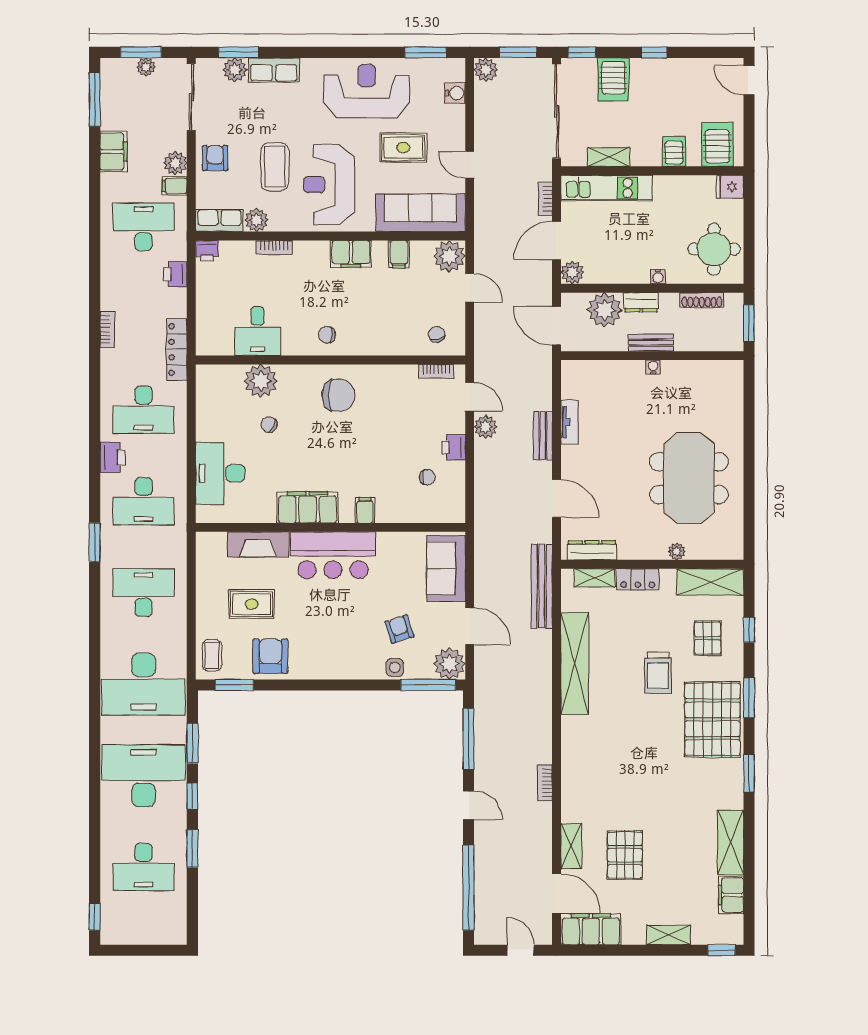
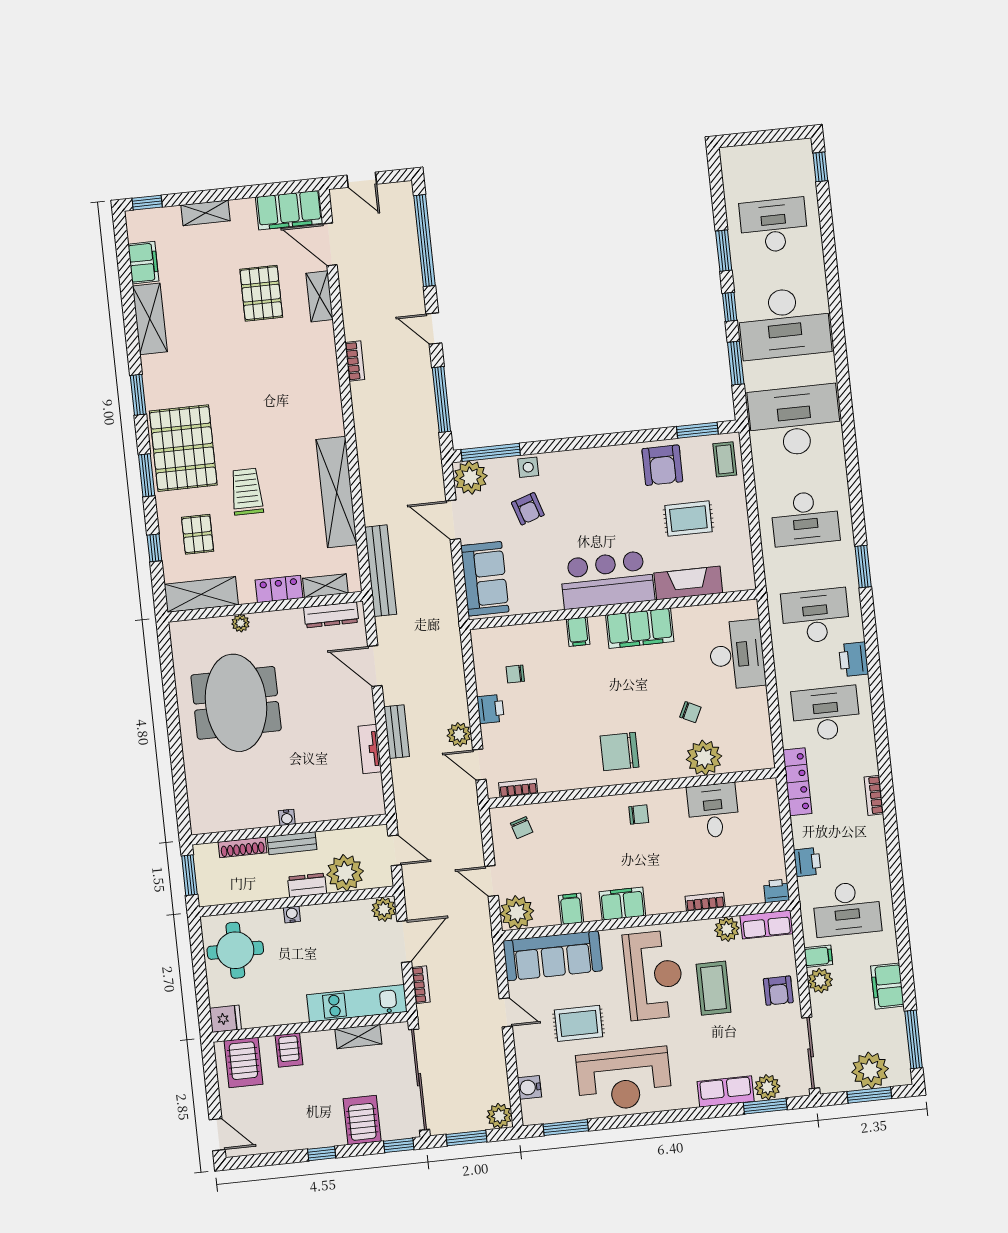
plant: (146, 67) -> (870, 1070), width x1.87, depth x1.87
shoe rack: (702, 300) -> (243, 847), moved, turned 180
door: (557, 326) -> (395, 850), width x0.73

